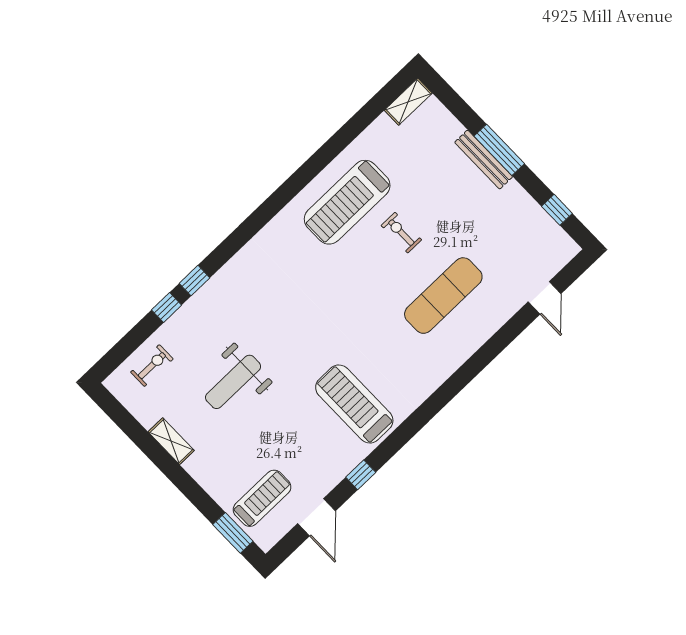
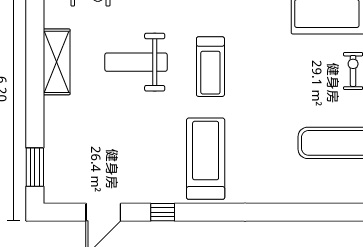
shelving: (171, 441) -> (57, 62), width x1.50, depth x1.33
treadmill: (262, 498) -> (210, 67), moved, turned 90

